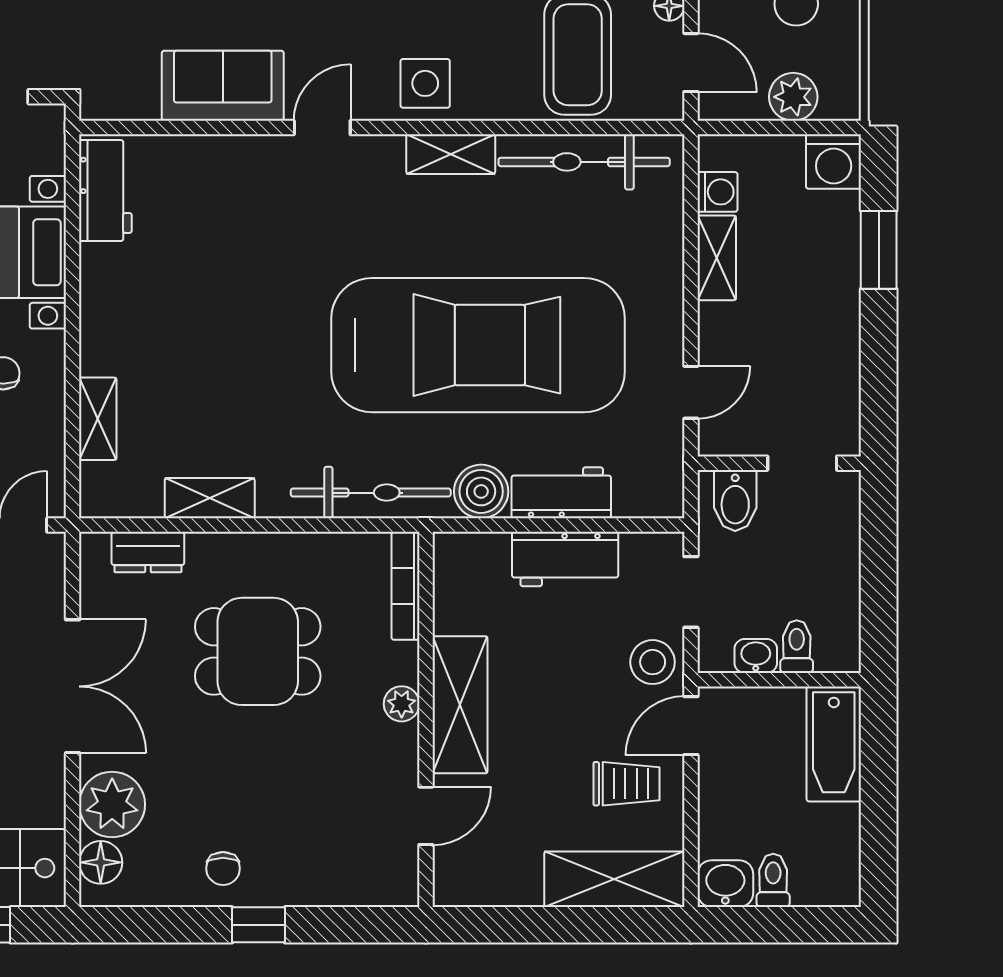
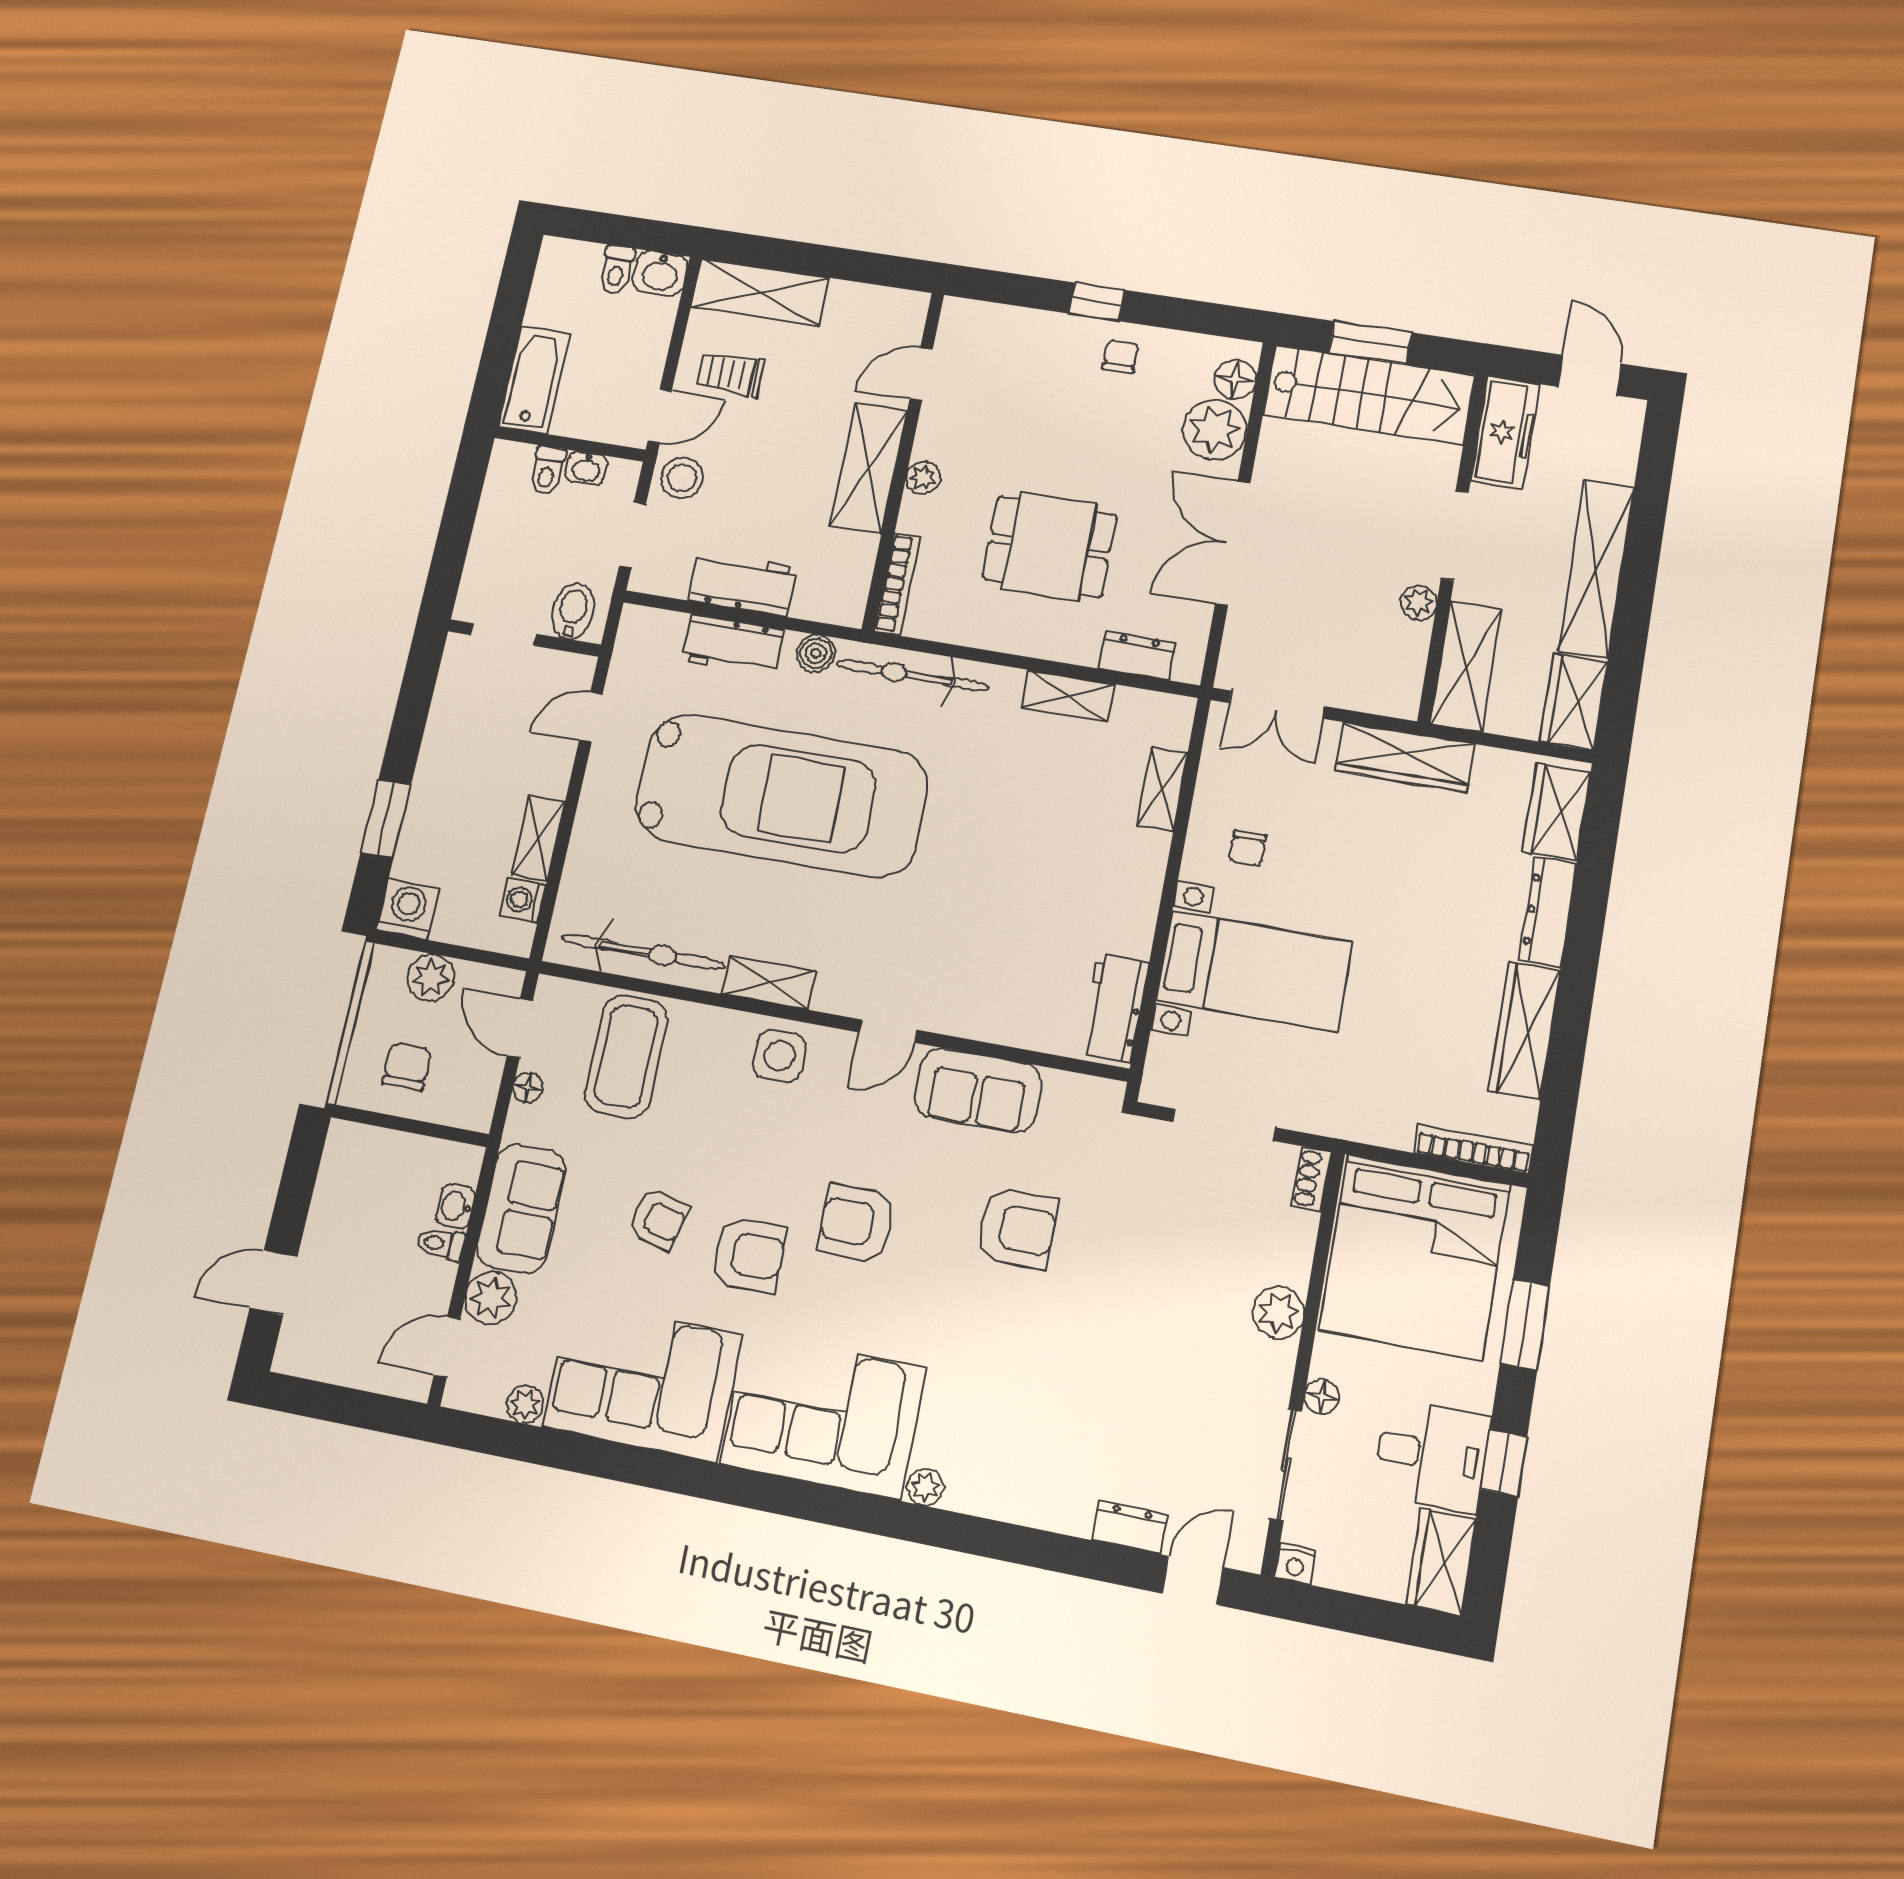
car: (478, 345) -> (782, 796), turned 180
boiler: (481, 491) -> (816, 653), width x0.73, depth x0.73

